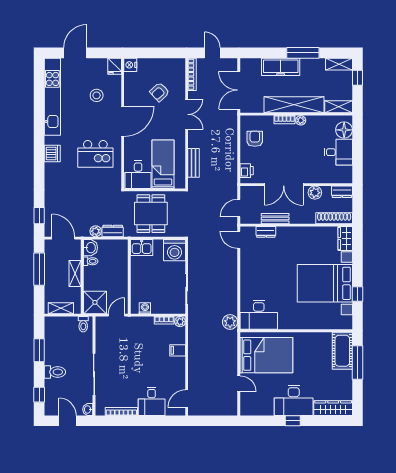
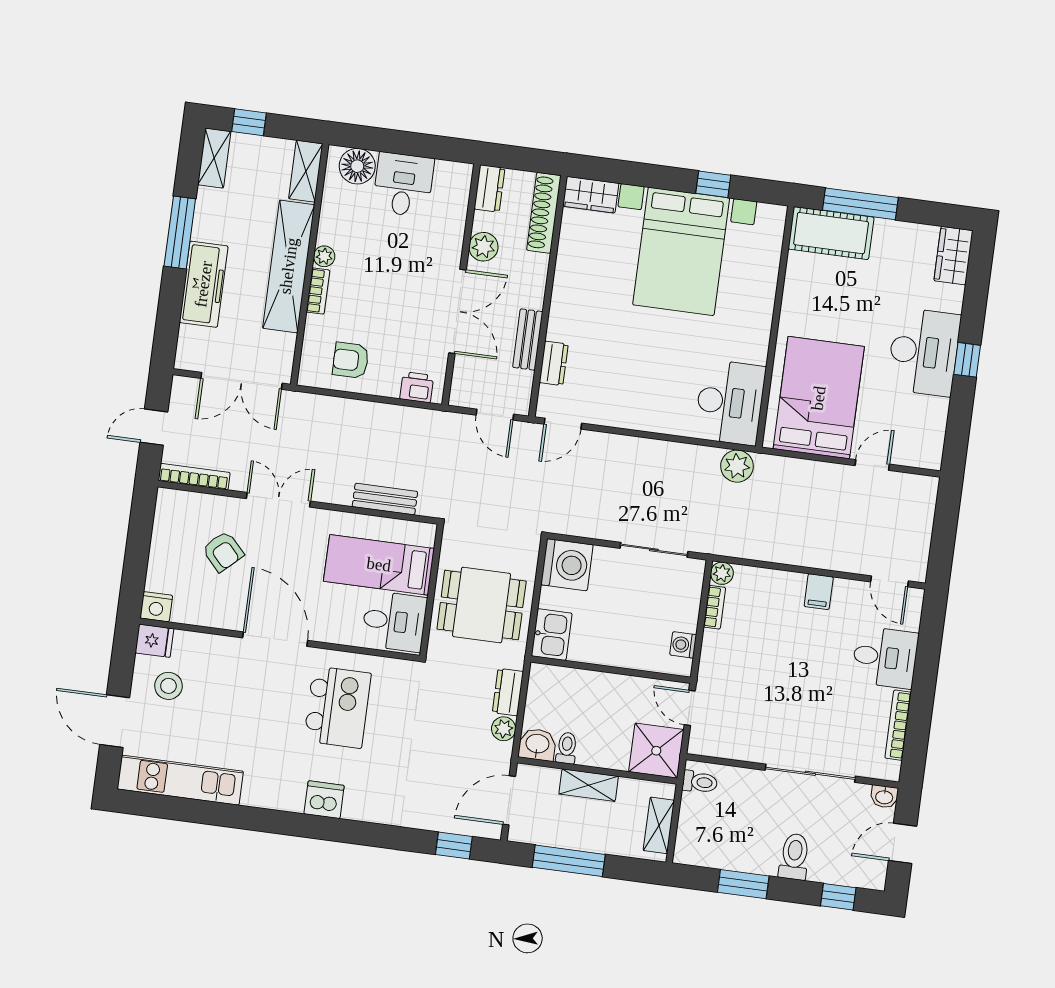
stool: (97, 95) -> (168, 686), moved
kitchen unit: (52, 97) -> (180, 780), width x0.73
filing cabinet: (178, 350) -> (819, 592), moved
wardrobe: (333, 408) -> (953, 256), width x0.67

